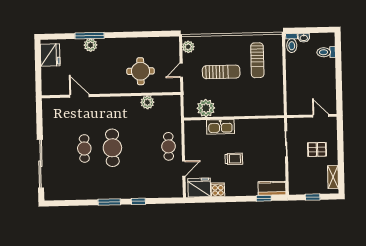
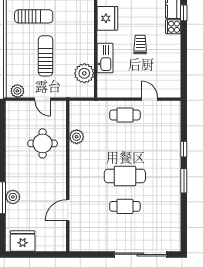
fridge: (199, 188) -> (107, 18), moved, turned 180
cooker: (218, 190) -> (173, 27), moved

